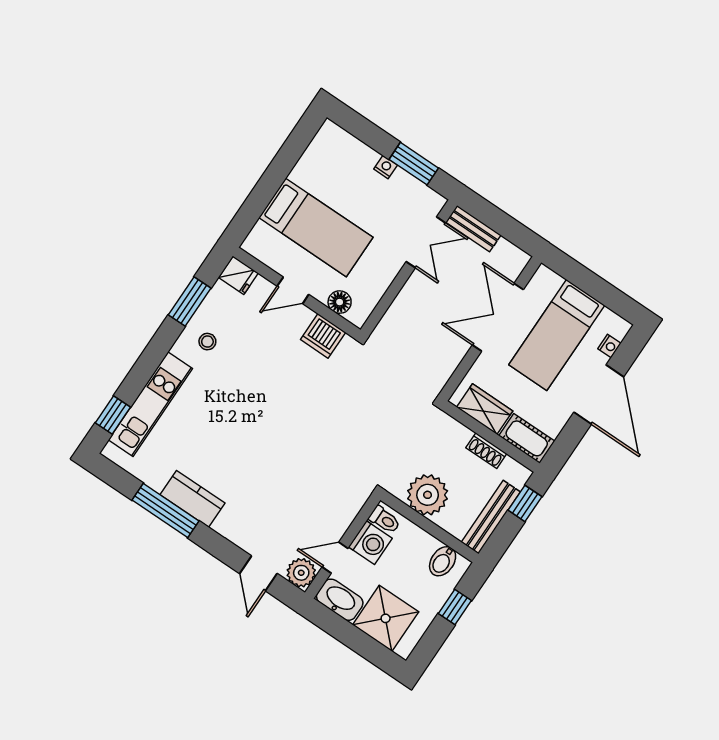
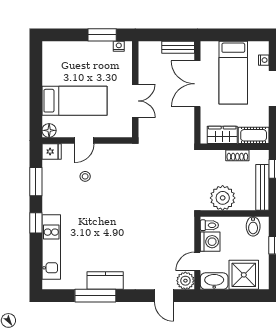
nightstand: (386, 167) -> (119, 46), moved
bench: (473, 229) -> (178, 47), moved
double door: (426, 242) -> (135, 101), moved
floor lamp: (340, 302) -> (49, 130), moved
dishwasher: (323, 336) -> (115, 153), removed
stool: (207, 342) -> (85, 176), moved
window: (113, 415) -> (36, 223), moved

